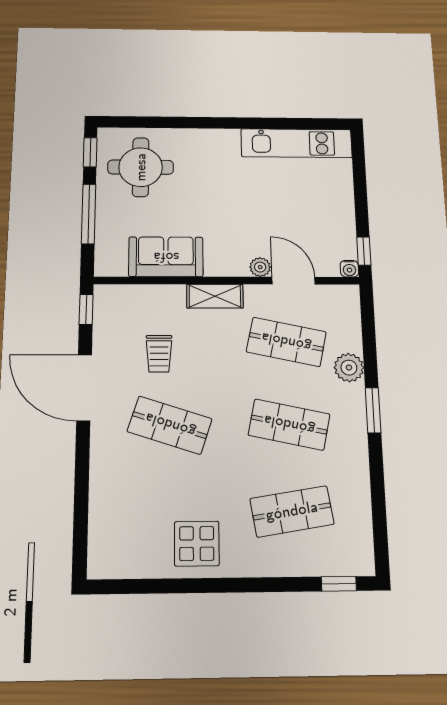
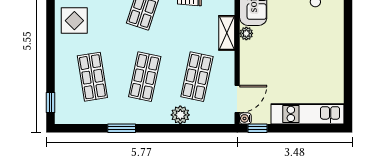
kitchen unit: (297, 143) -> (308, 114), moved, turned 90
plant: (260, 267) -> (246, 33), moved
door: (294, 281) -> (237, 99), moved
window: (373, 410) -> (122, 128), moved

